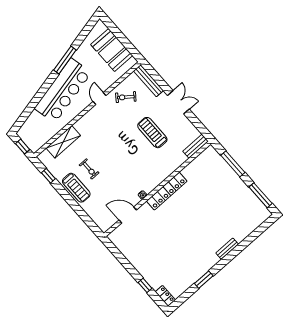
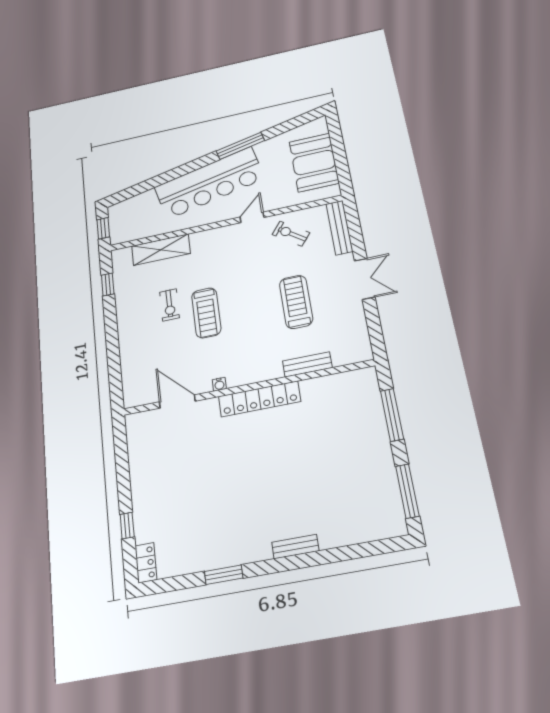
bench: (196, 146) -> (307, 364), moved
treadmill: (76, 188) -> (206, 313), moved

